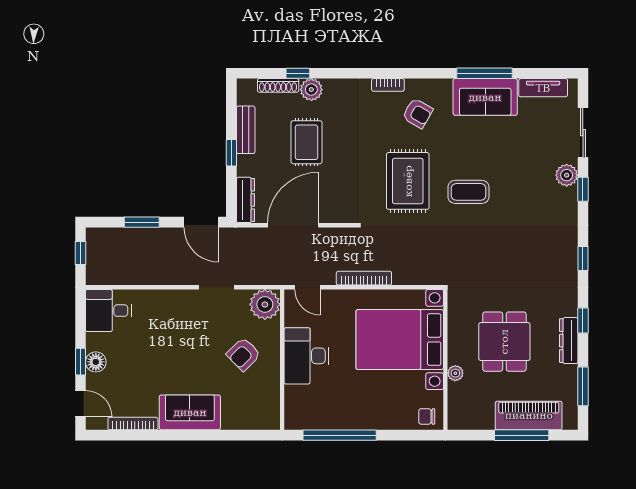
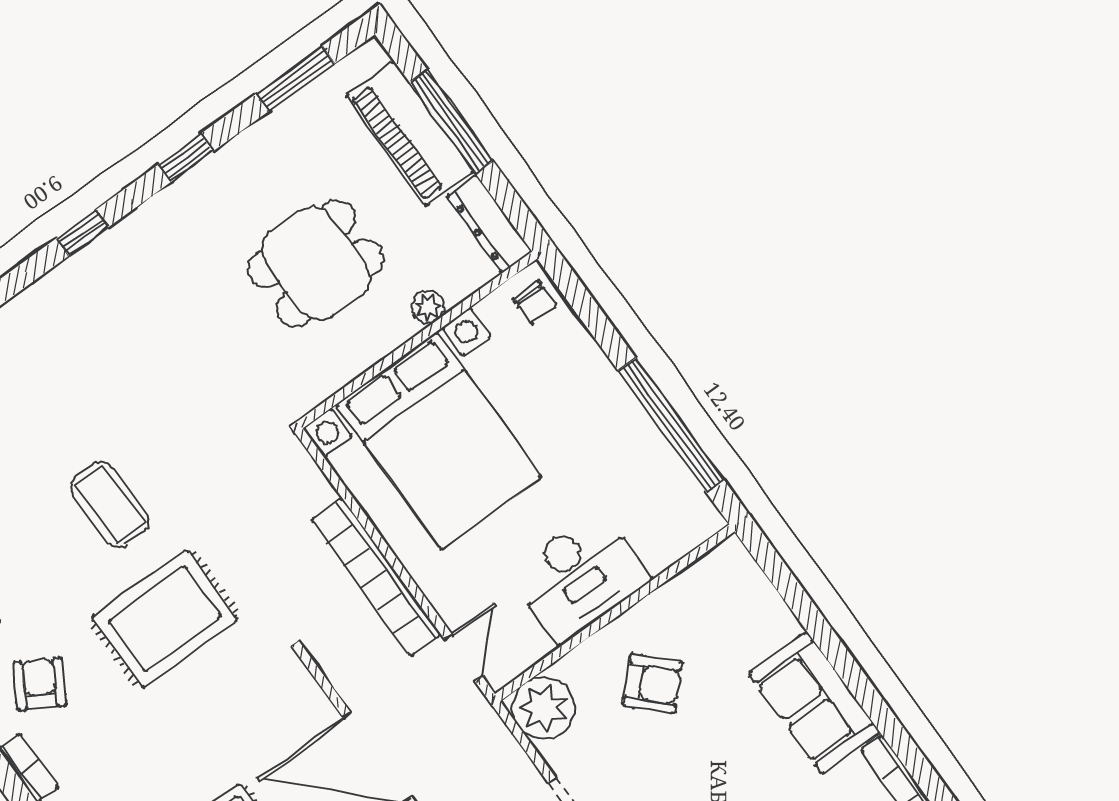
bookcase: (364, 278) -> (376, 577), width x1.48, depth x1.31
dresser: (569, 341) -> (489, 224), moved, turned 90

